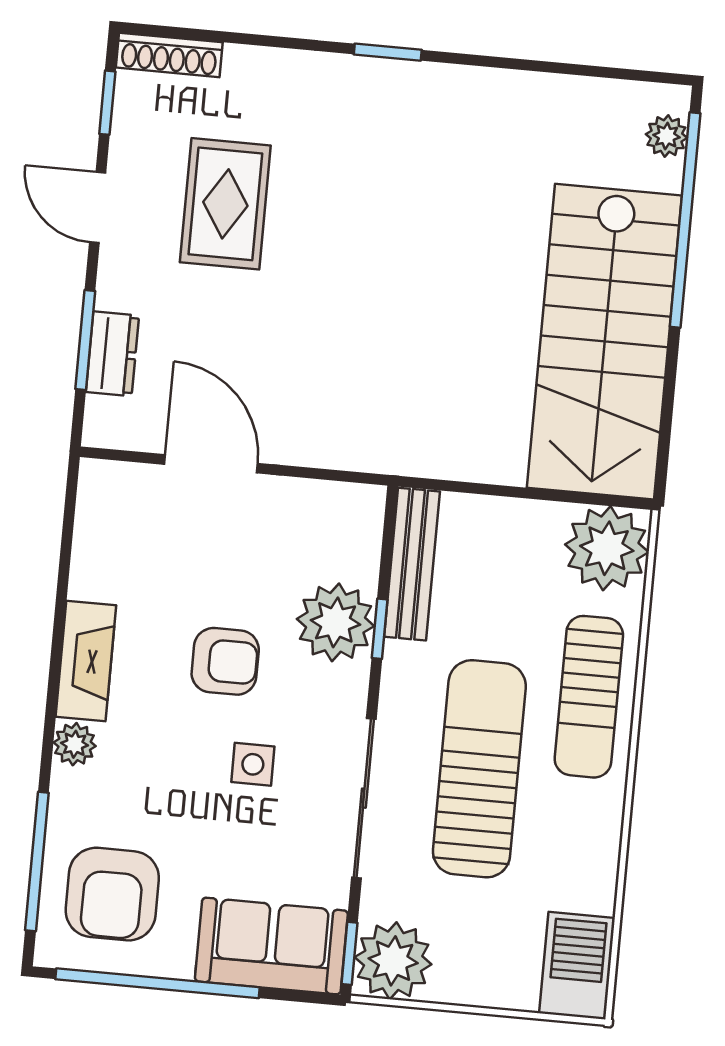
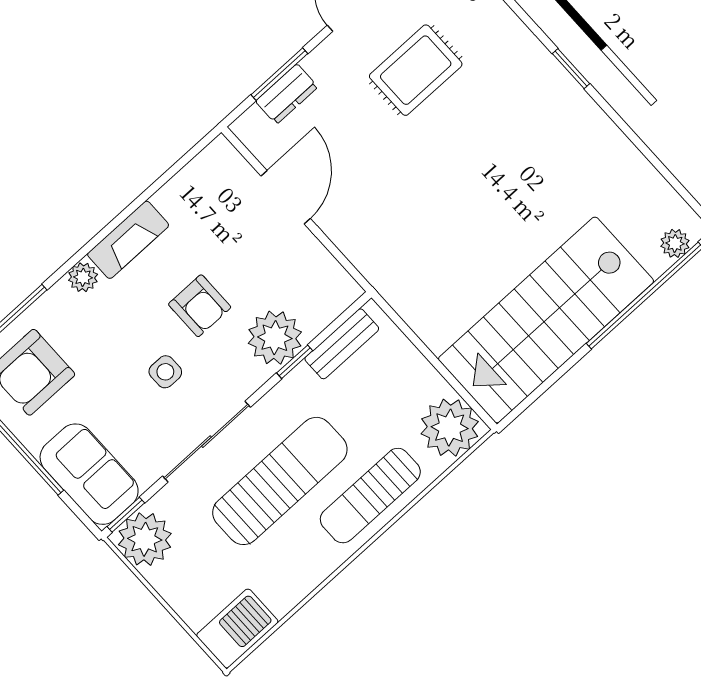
bench: (412, 564) -> (342, 344), width x0.73

